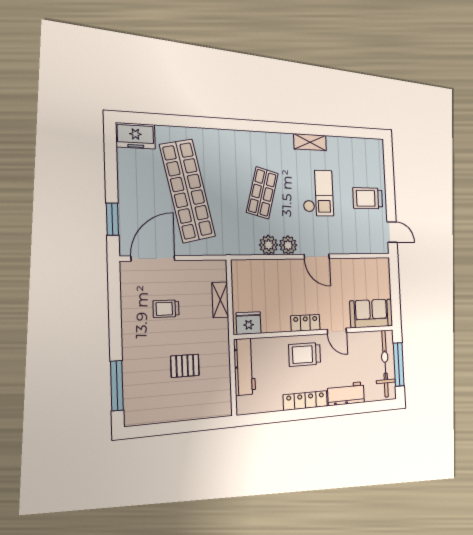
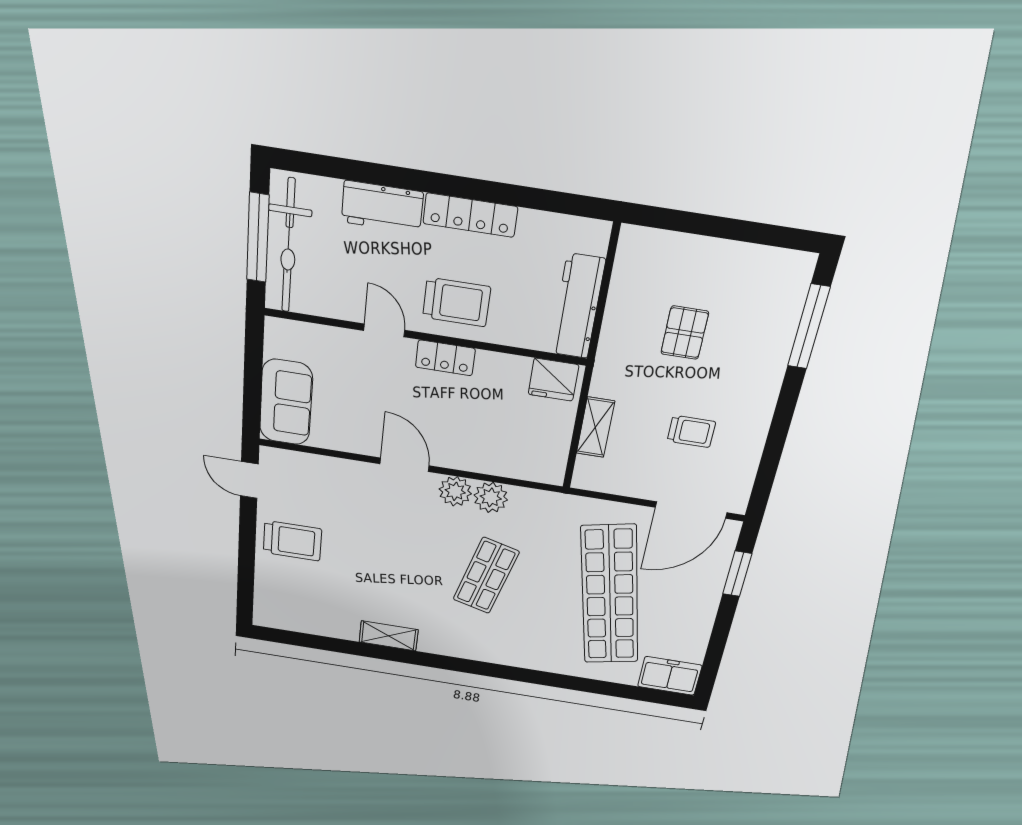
checkout: (318, 193) -> (386, 562), removed
sofa: (371, 313) -> (286, 402), moved, turned -90
pallet: (185, 366) -> (685, 333), turned 90

